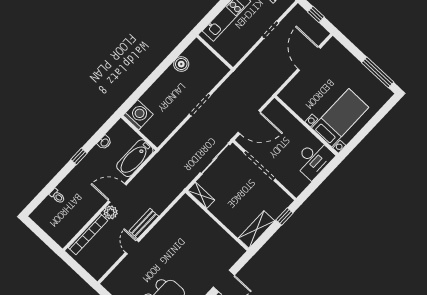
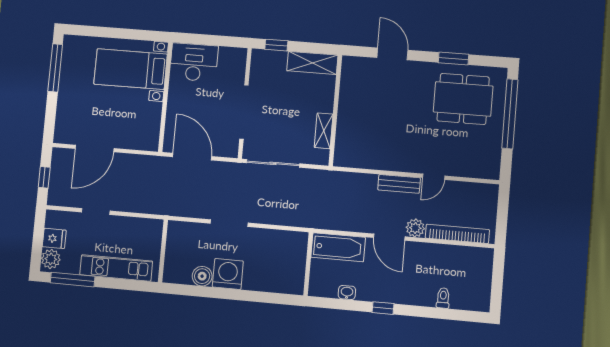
washing machine: (138, 115) -> (228, 274), moved, turned 90
door: (249, 122) -> (192, 157), moved
shelving: (201, 195) -> (324, 131), moved

